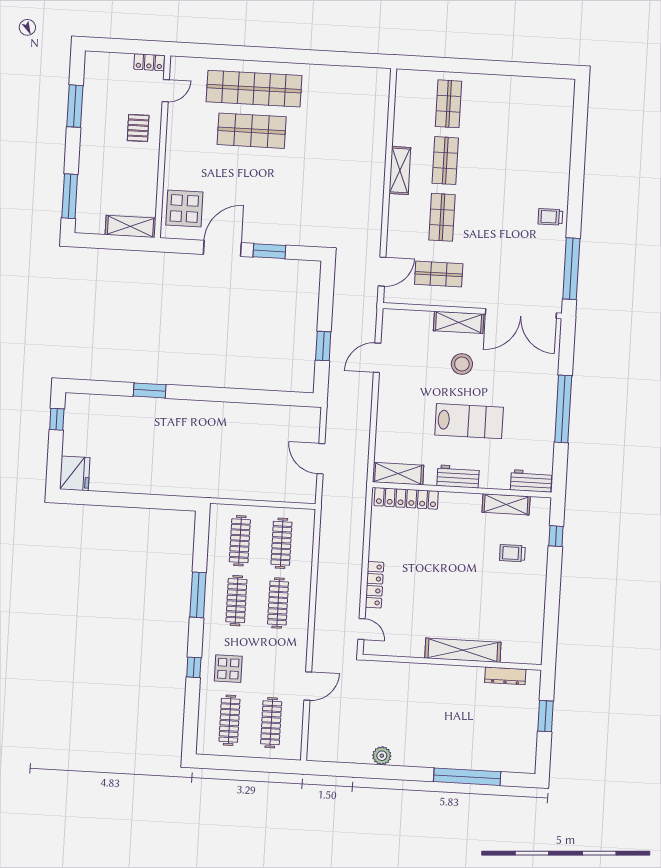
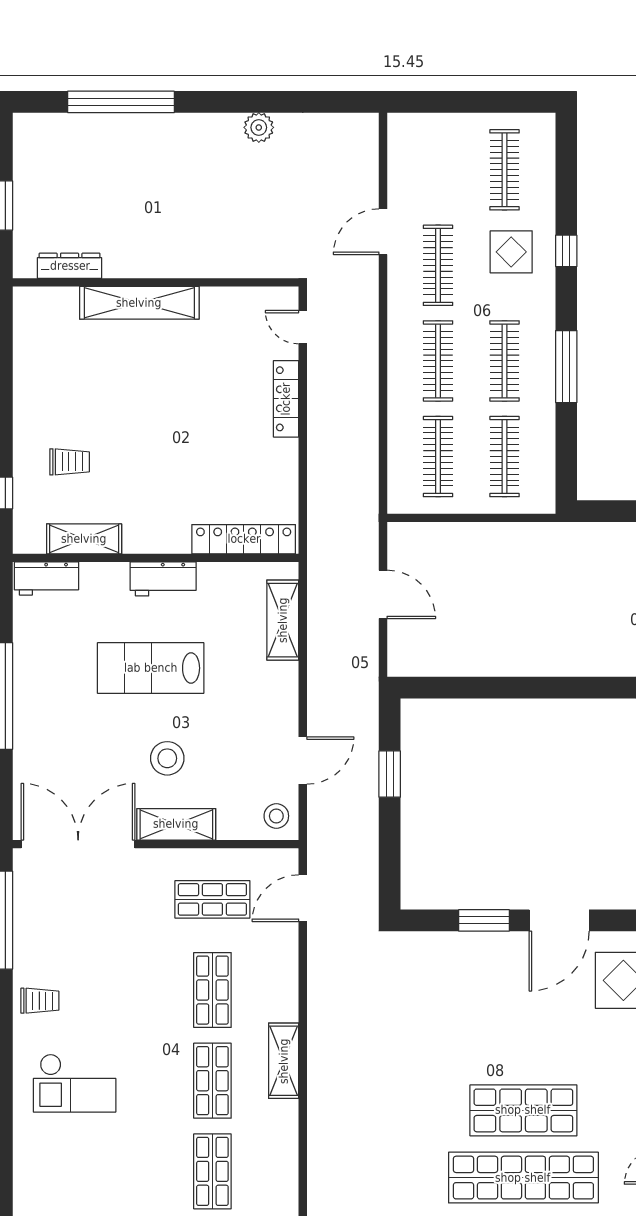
checkout: (532, 164) -> (75, 1083), added
stool: (396, 324) -> (276, 816), added
shelving: (398, 474) -> (283, 620), moved, turned 90
clothes rail: (271, 723) -> (438, 265), moved

